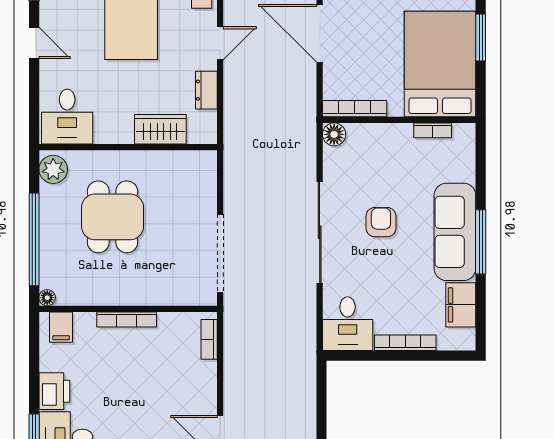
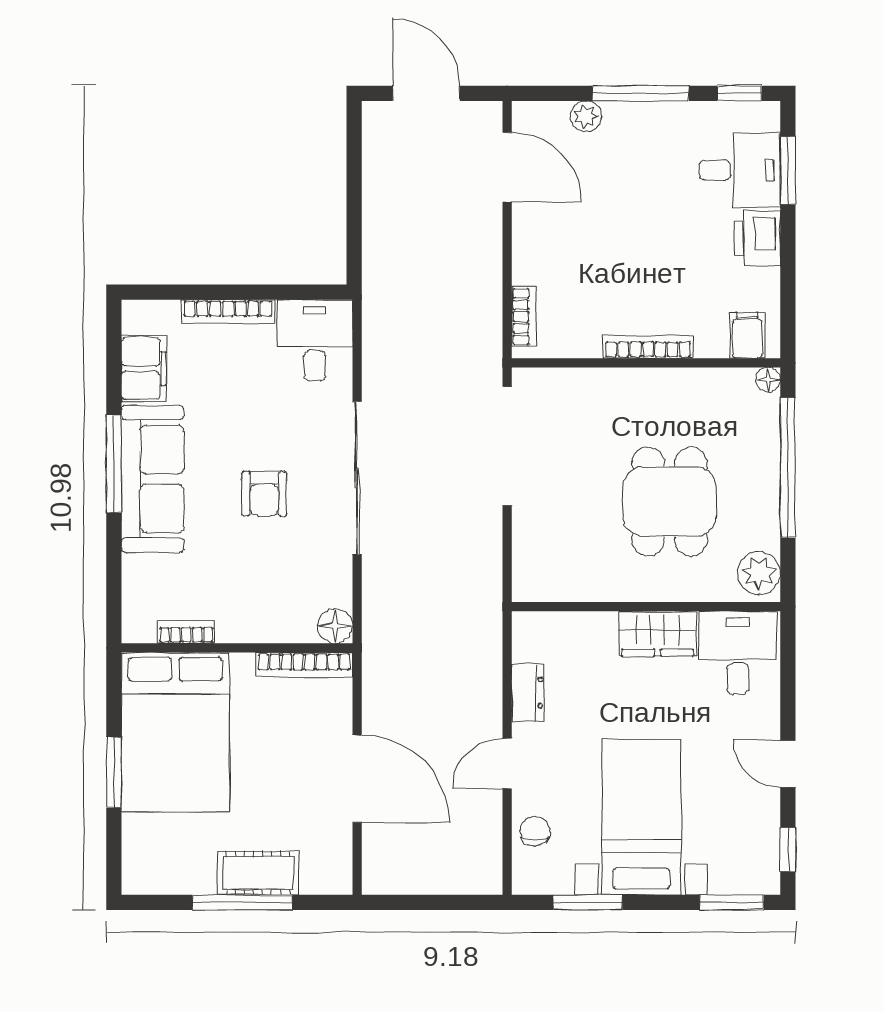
wardrobe: (160, 129) -> (658, 634), moved

